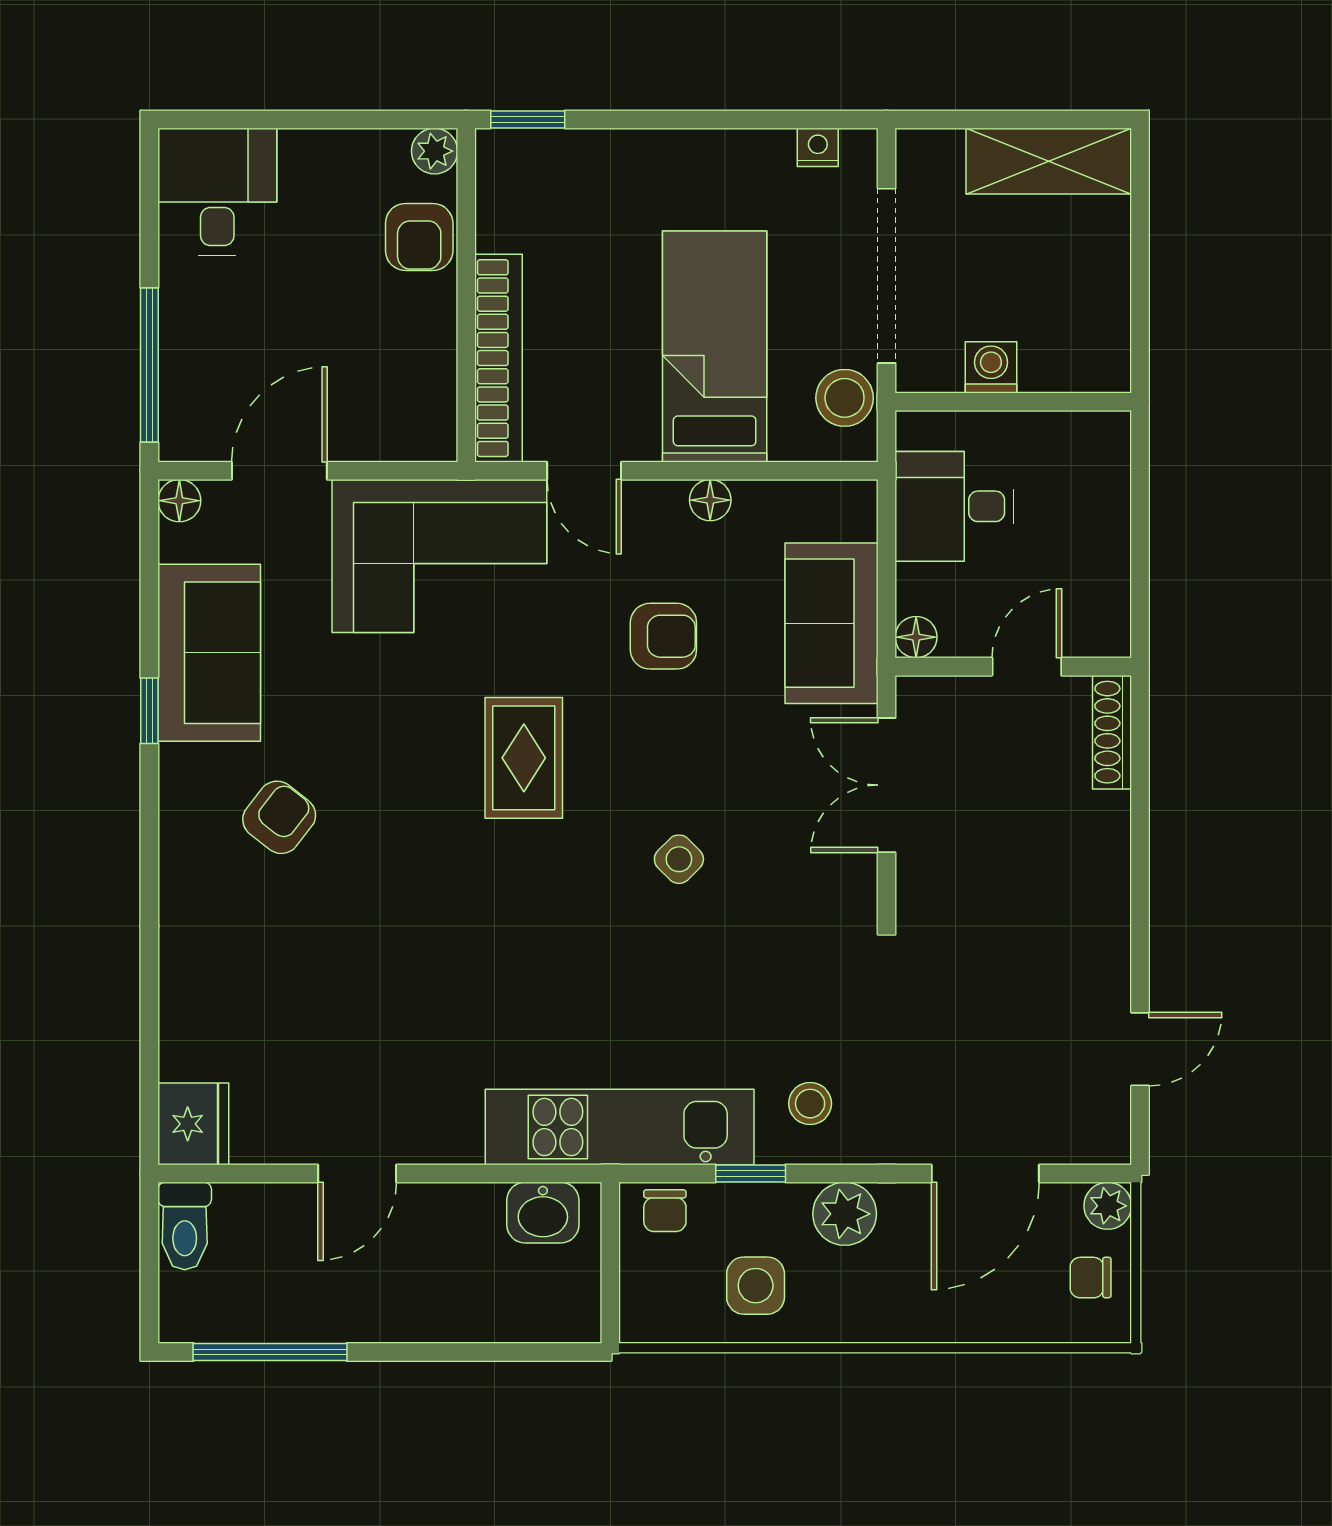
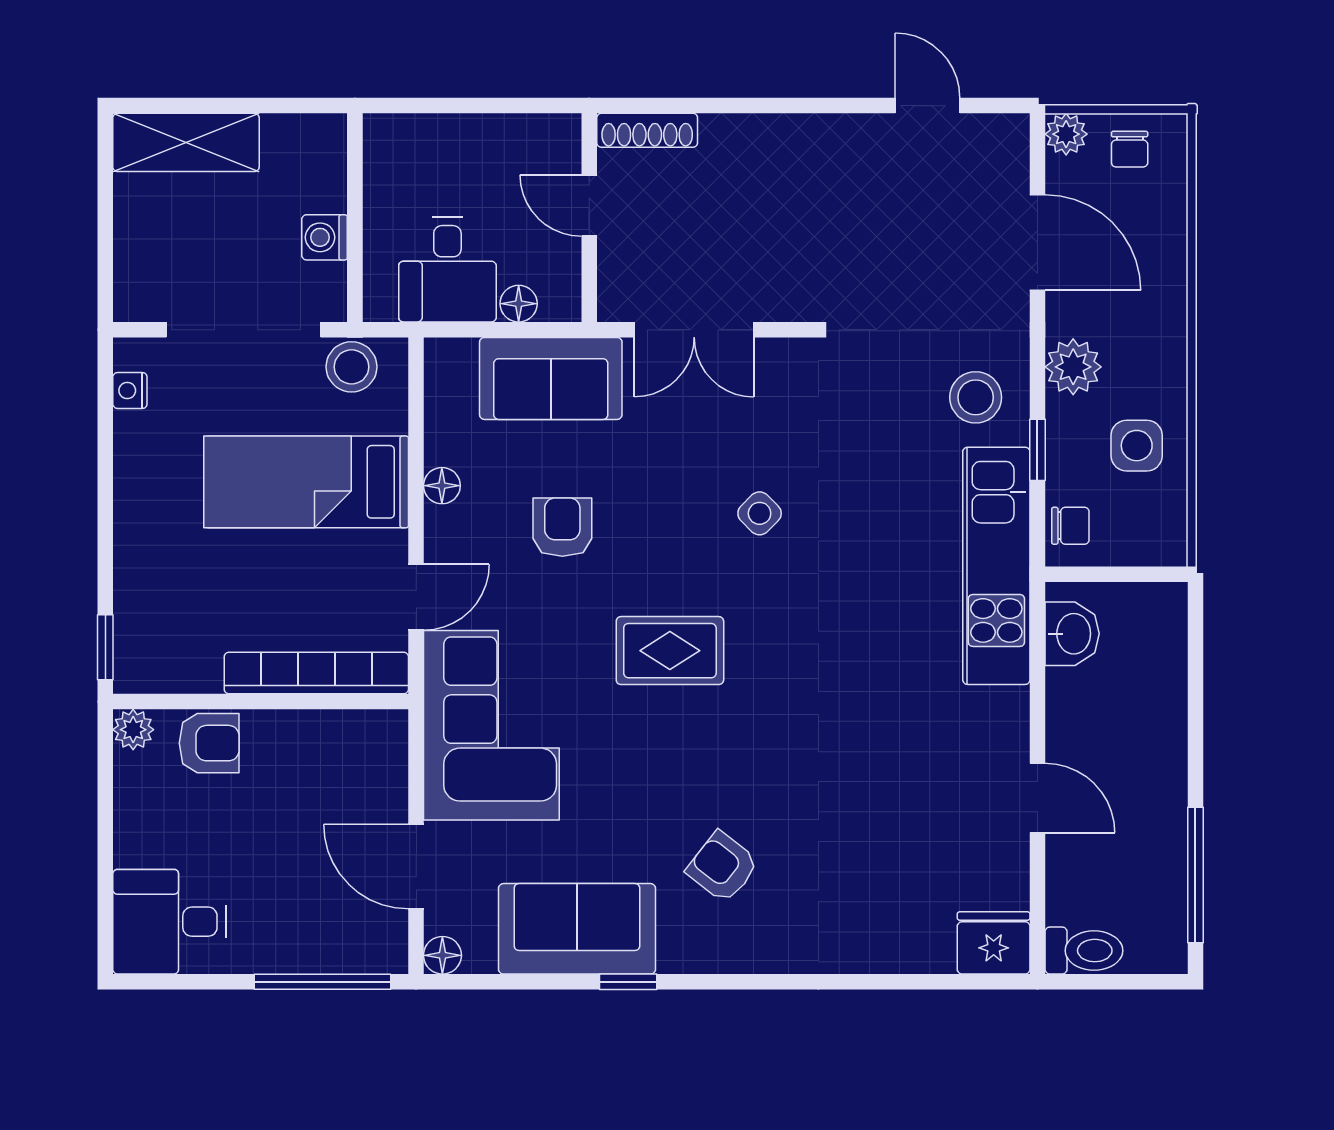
shelving: (1049, 161) -> (186, 142), moved, turned 90
floor lamp: (916, 637) -> (519, 304), moved
stool: (810, 1104) -> (976, 397), width x1.37, depth x1.37

